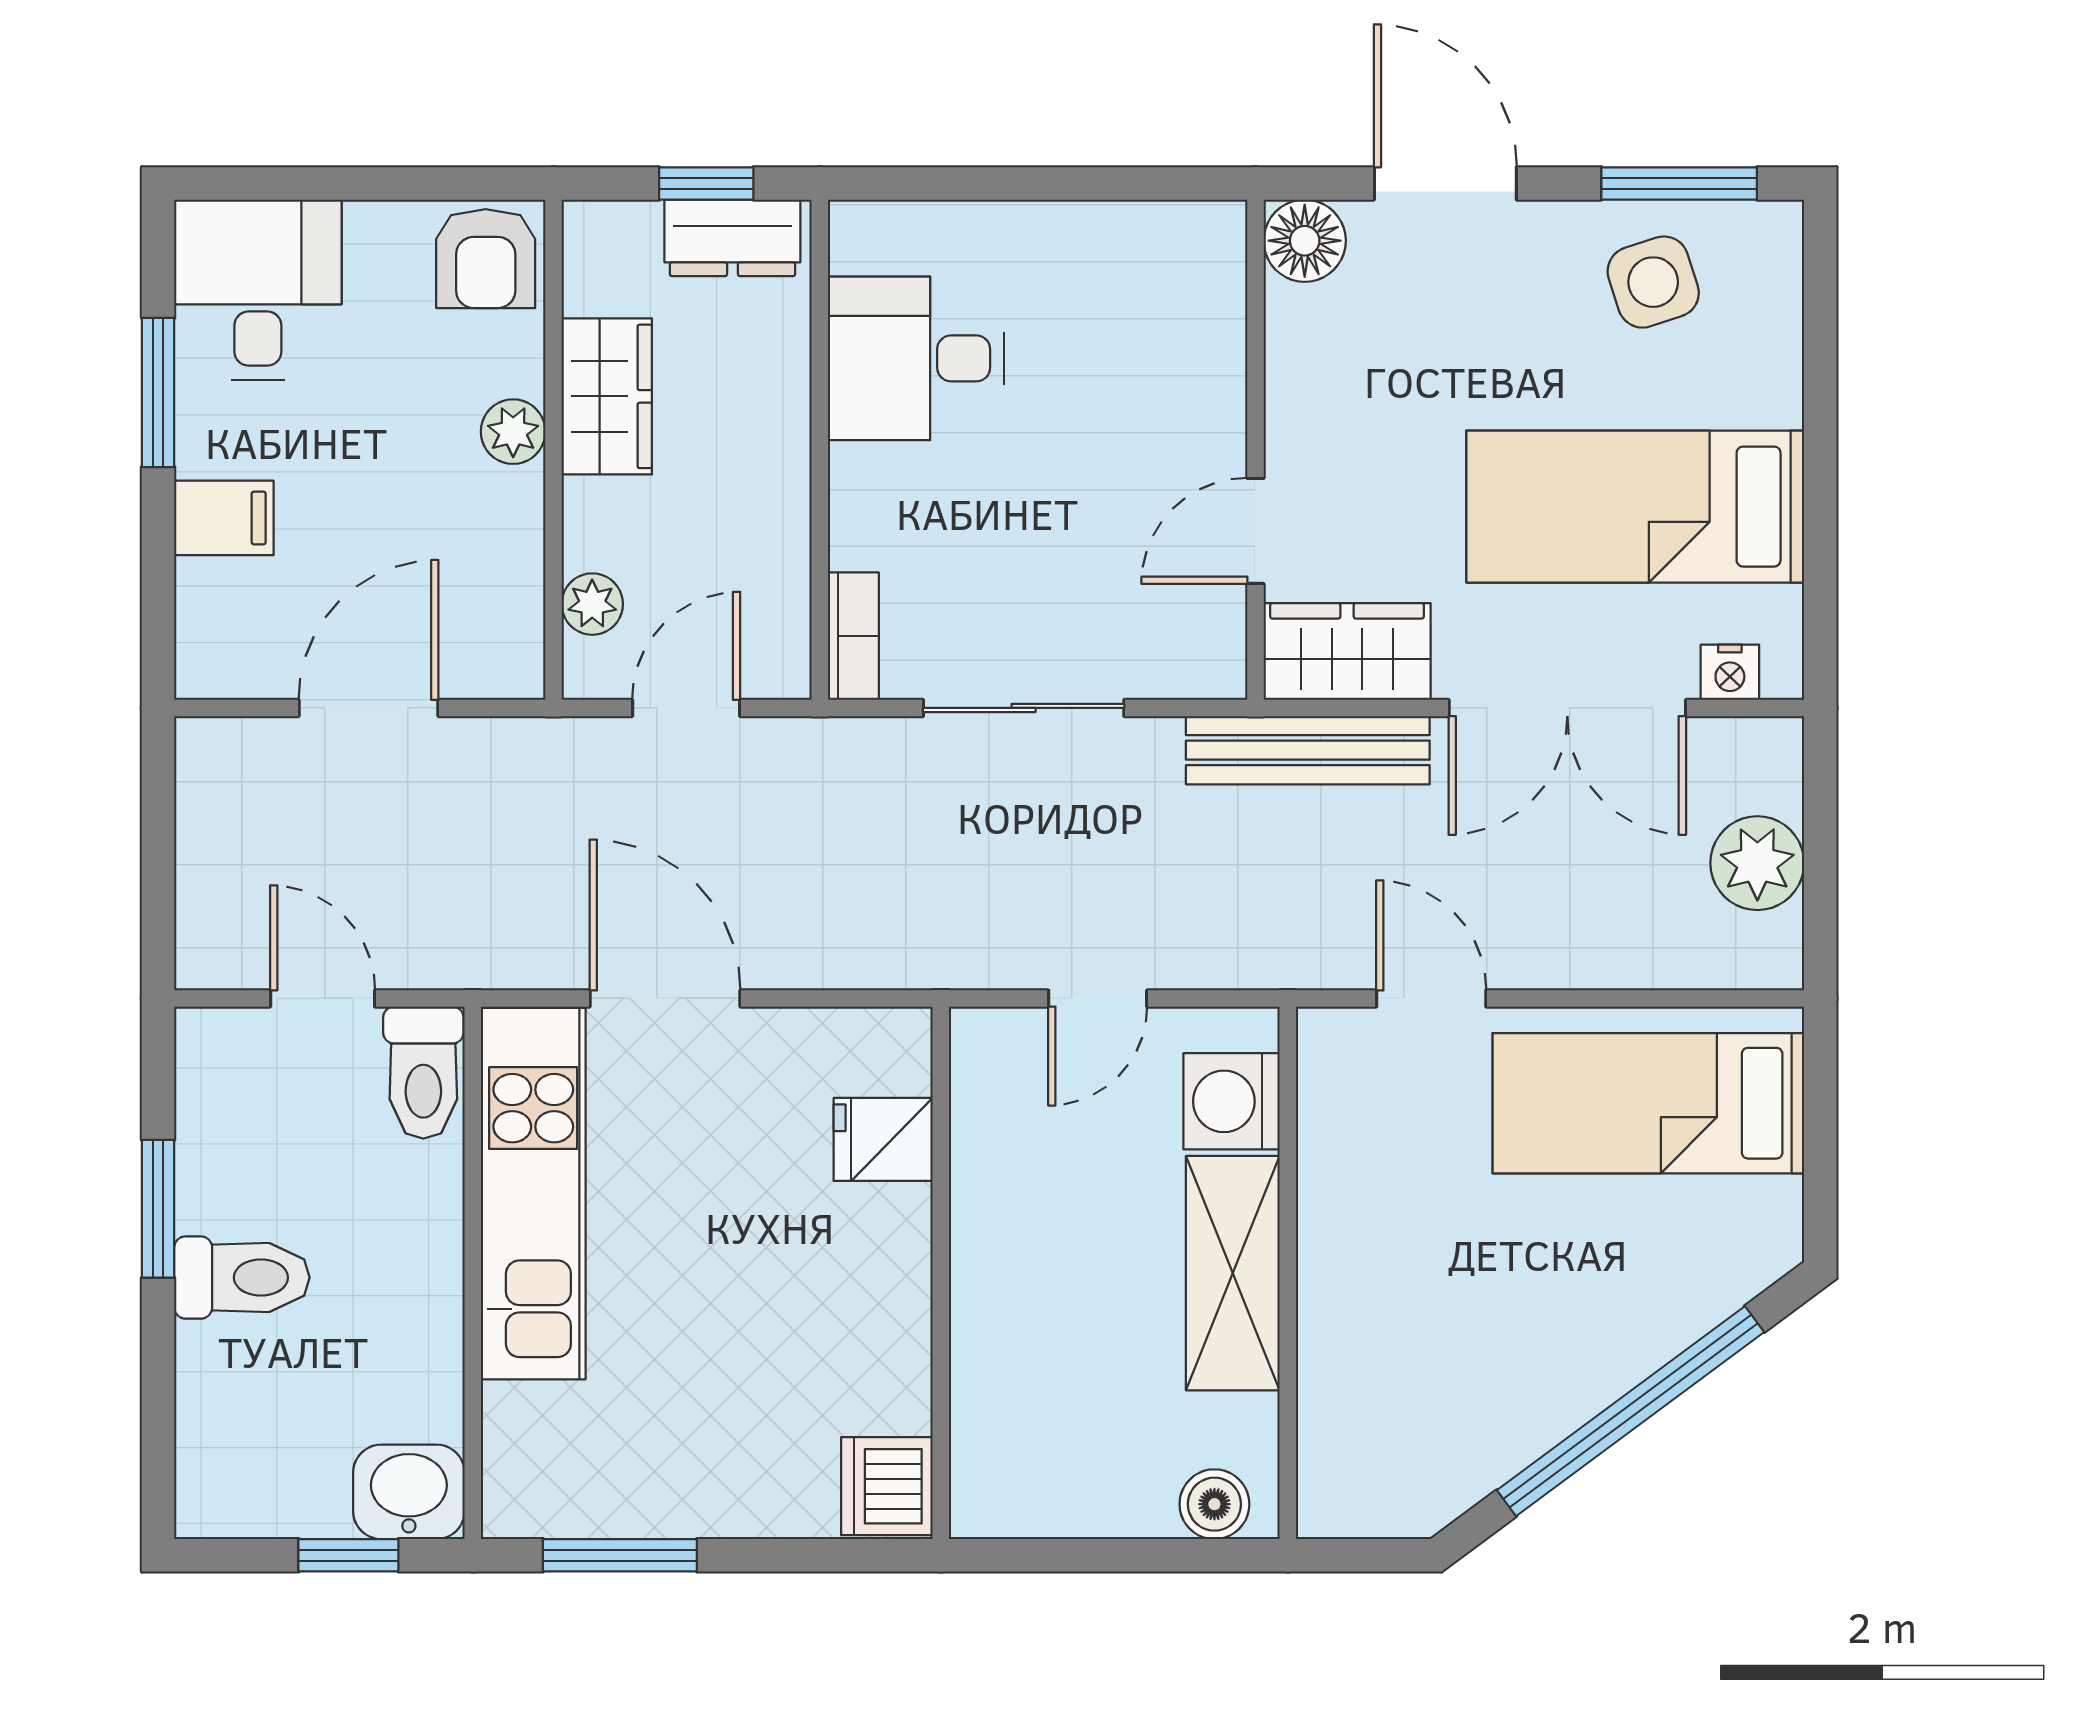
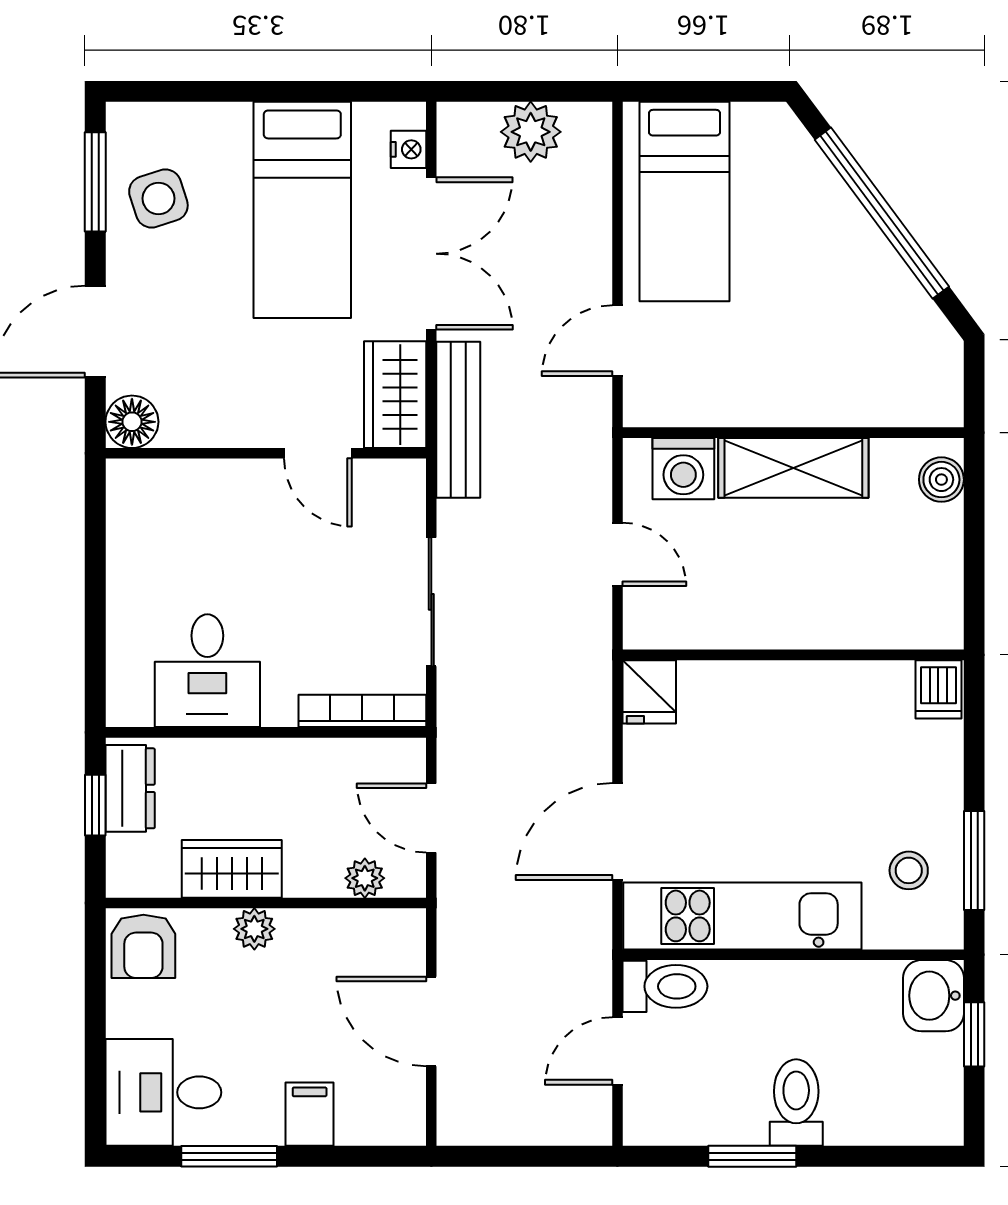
armchair: (486, 259) -> (143, 946), turned 90
bookcase: (853, 636) -> (362, 711), width x1.56
fridge: (883, 1139) -> (649, 692), moved
stool: (604, 1453) -> (909, 870), added
dishwasher: (887, 1486) -> (938, 689), width x0.73

